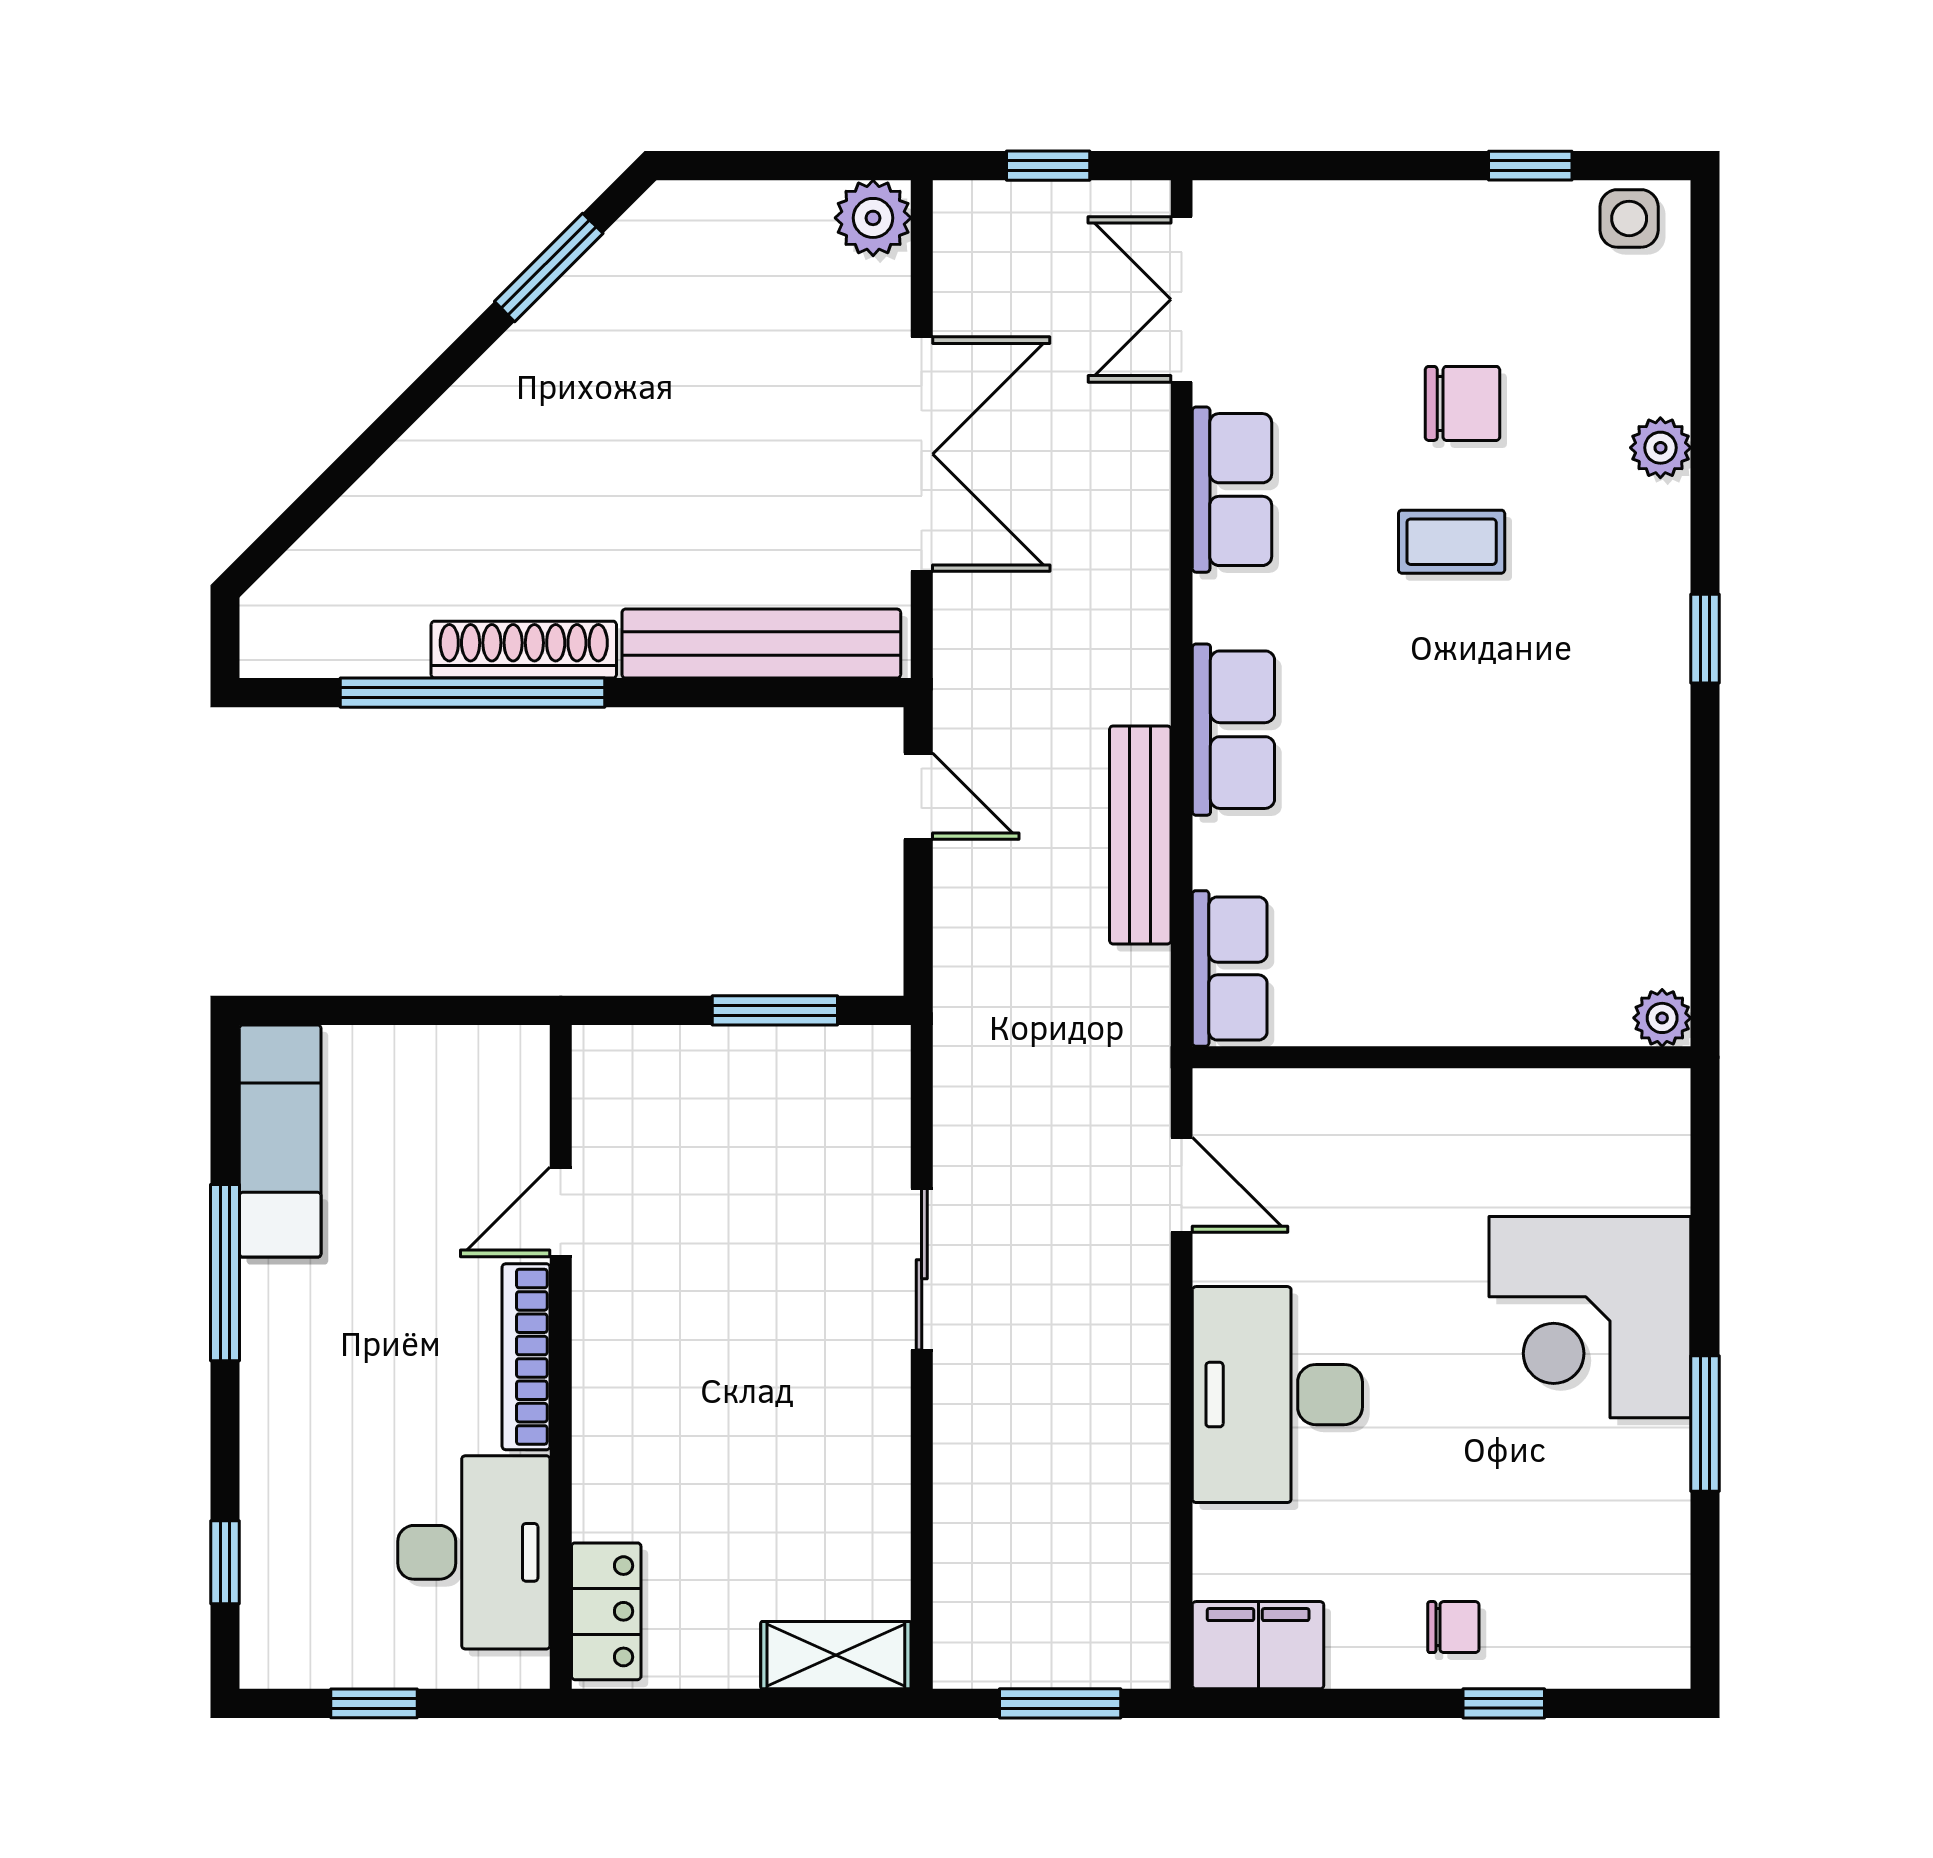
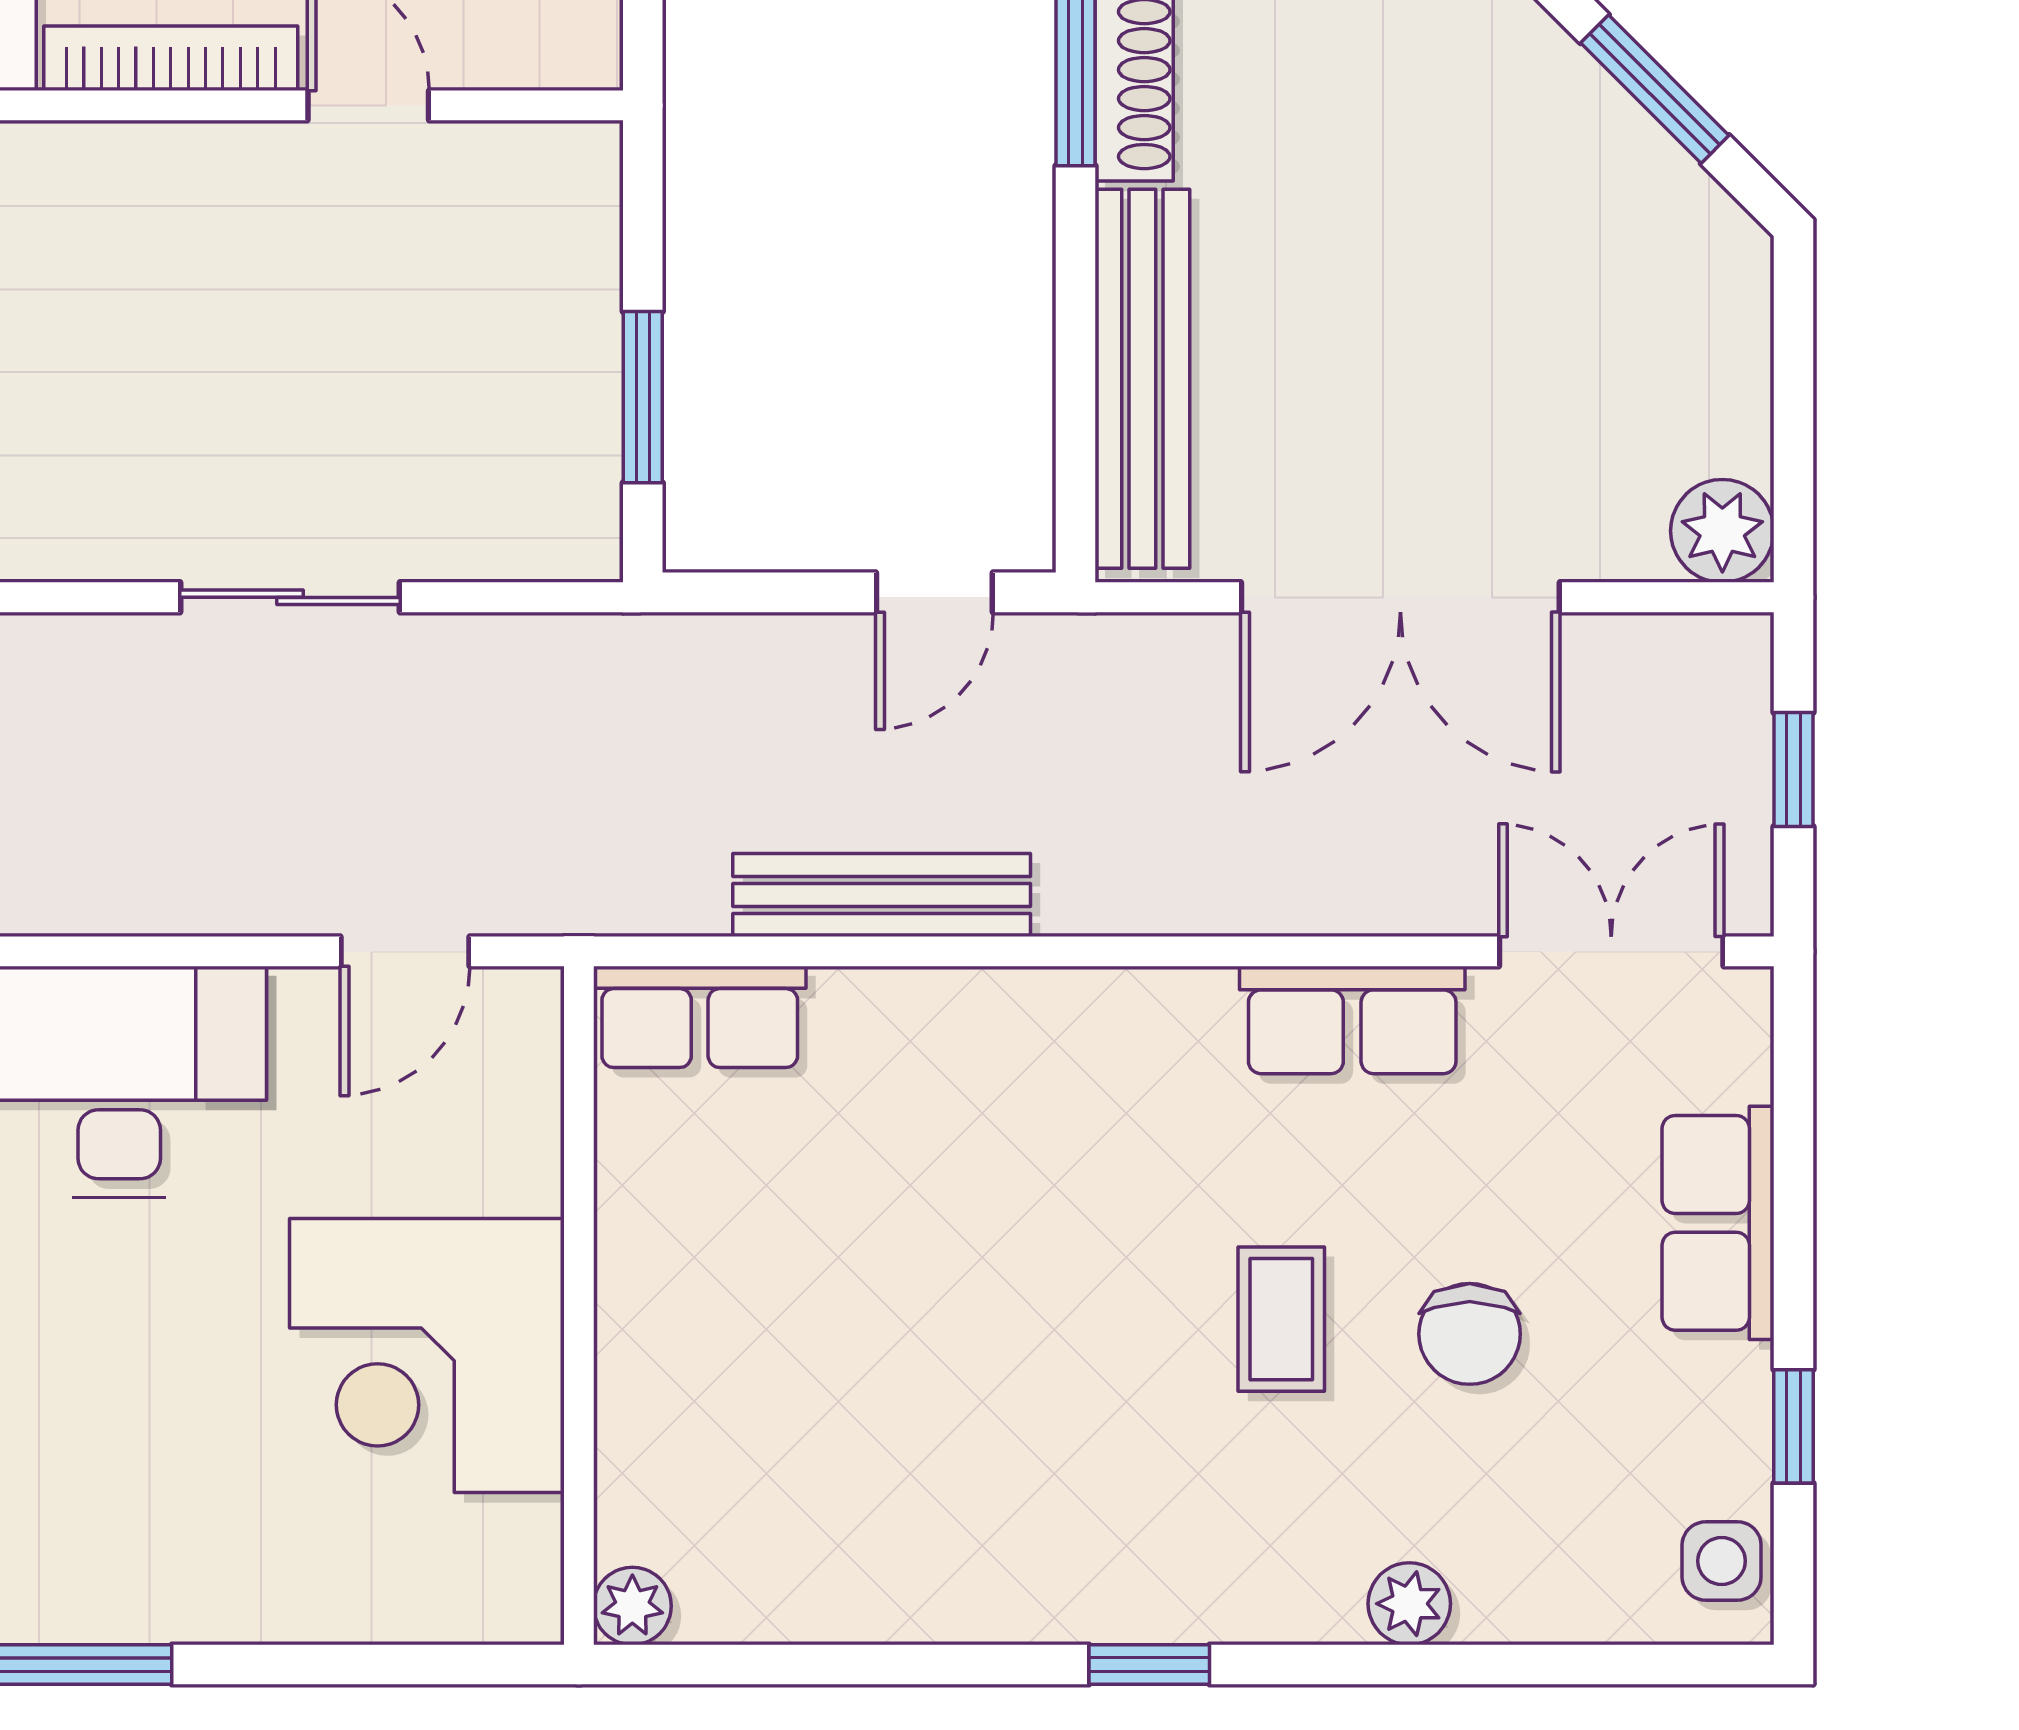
row of seats: (1233, 730) -> (1718, 1223), moved, turned 90
corner desk: (1590, 1317) -> (427, 1356), moved, turned -90

